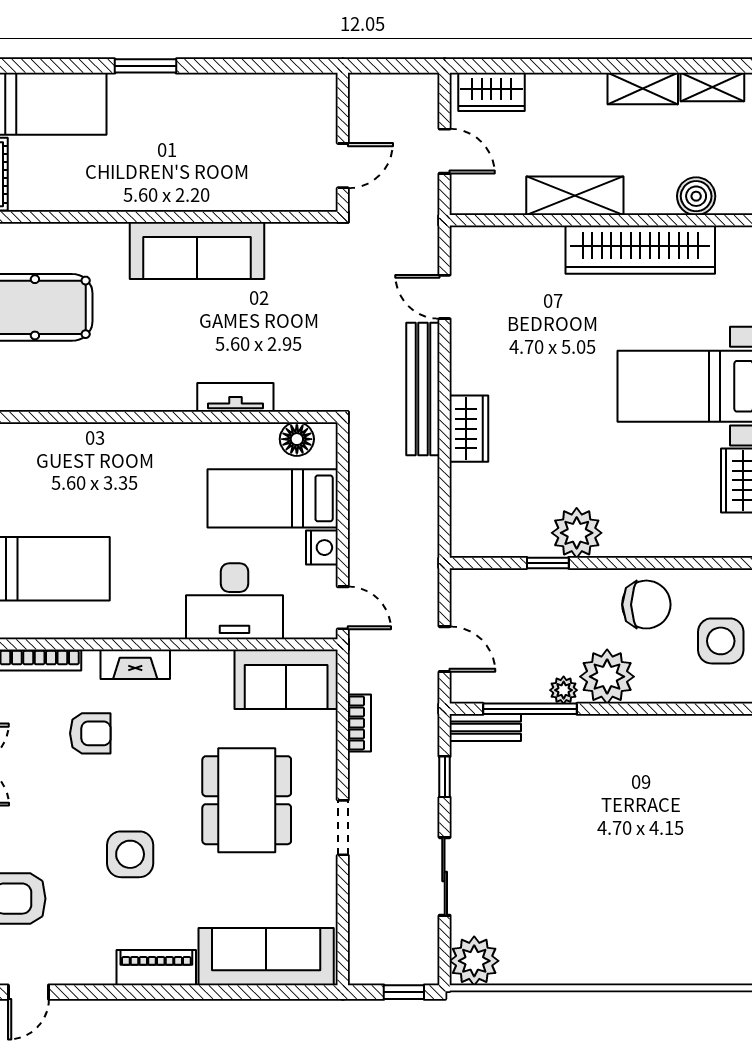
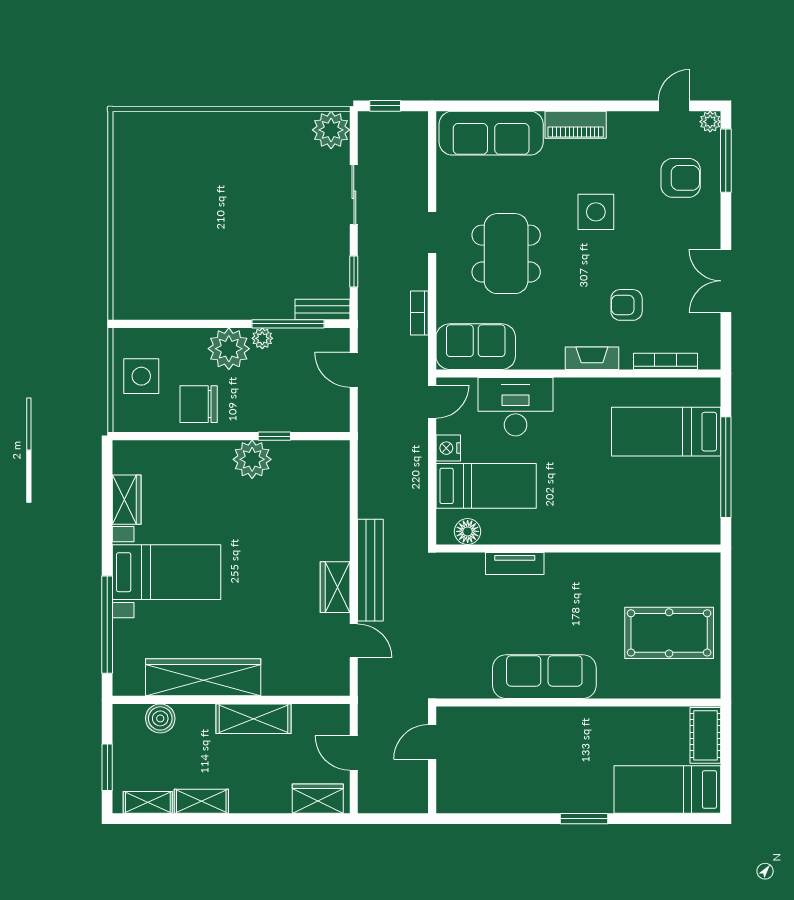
wardrobe: (469, 429) -> (335, 587), moved
door: (343, 608) -> (432, 402), swing flipped

